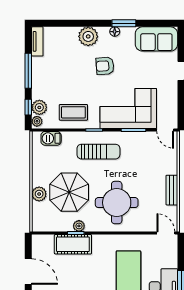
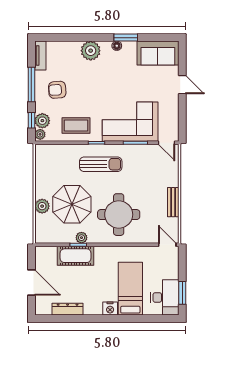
armchair: (105, 66) -> (57, 90), moved
barbecue: (51, 138) -> (54, 151), removed

